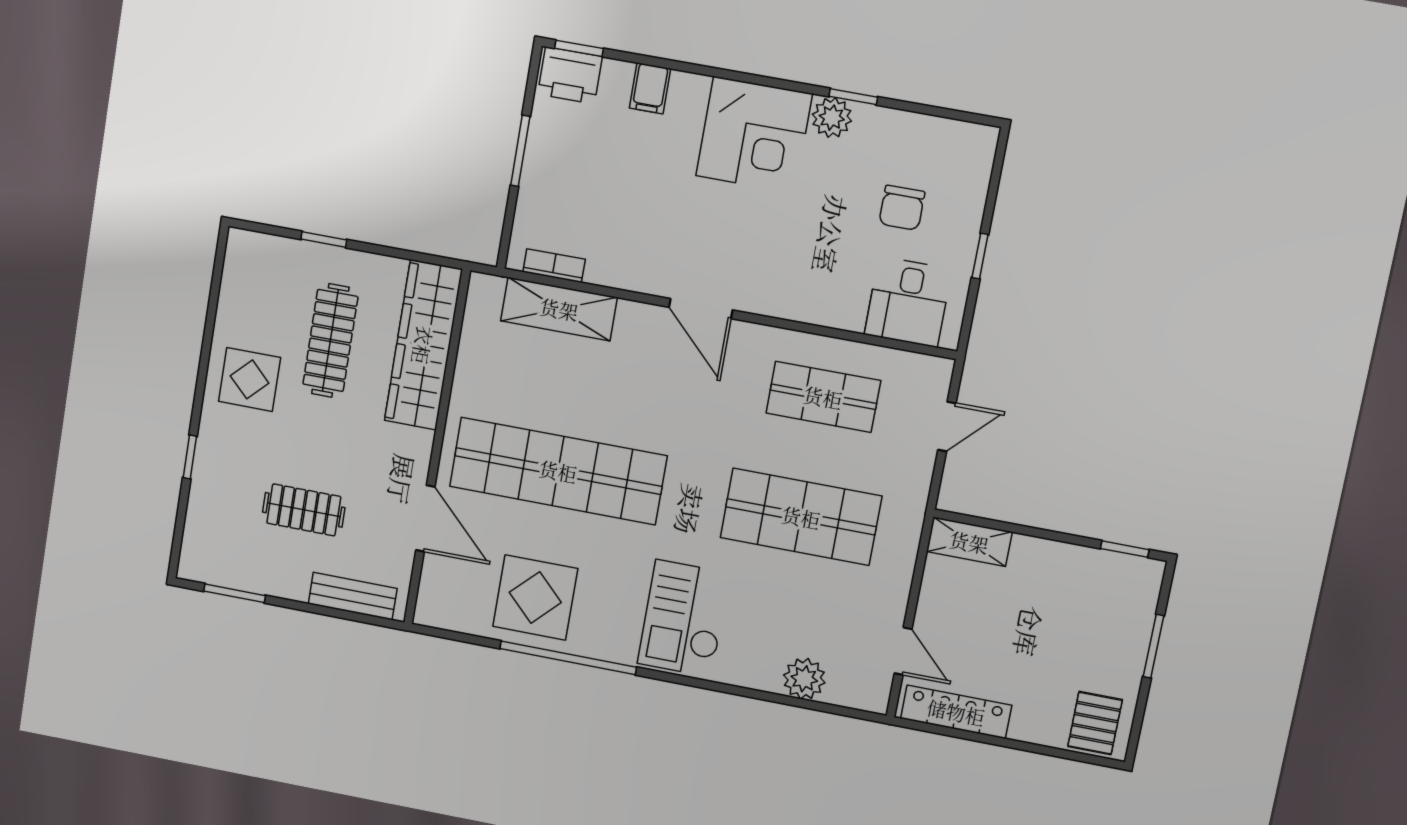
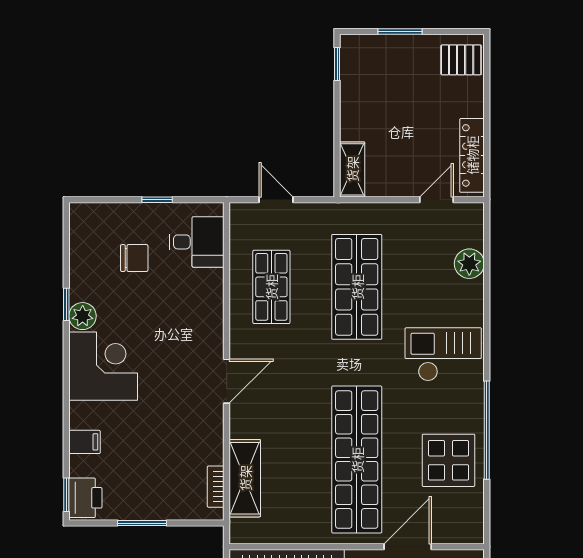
checkout: (684, 618) -> (443, 354), turned 180

